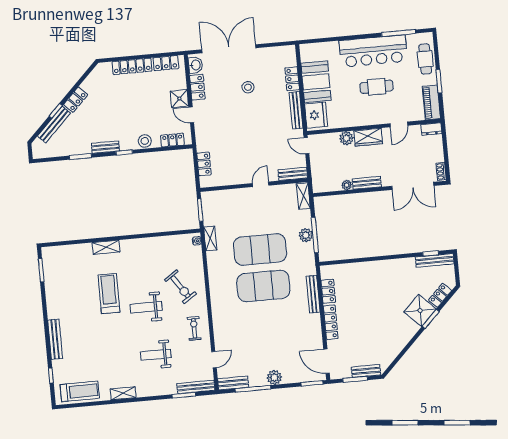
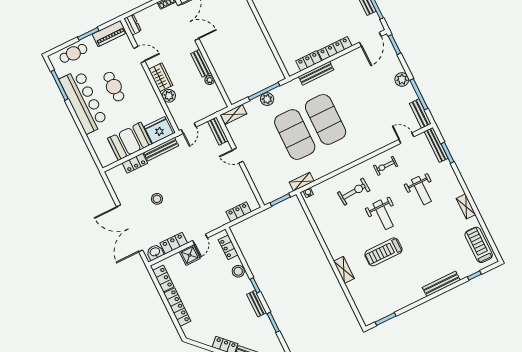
exercise bike: (180, 287) -> (354, 192), turned 30

